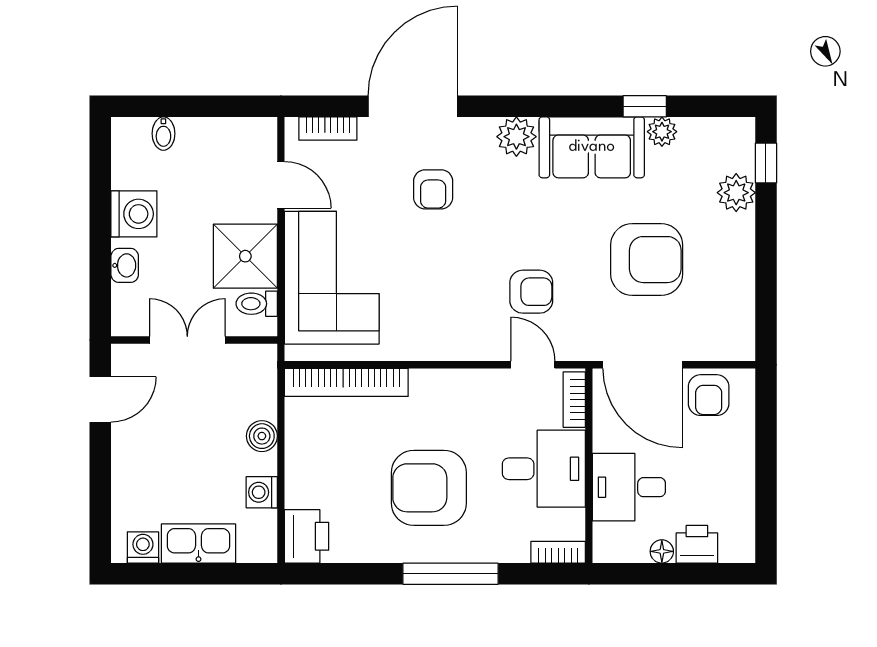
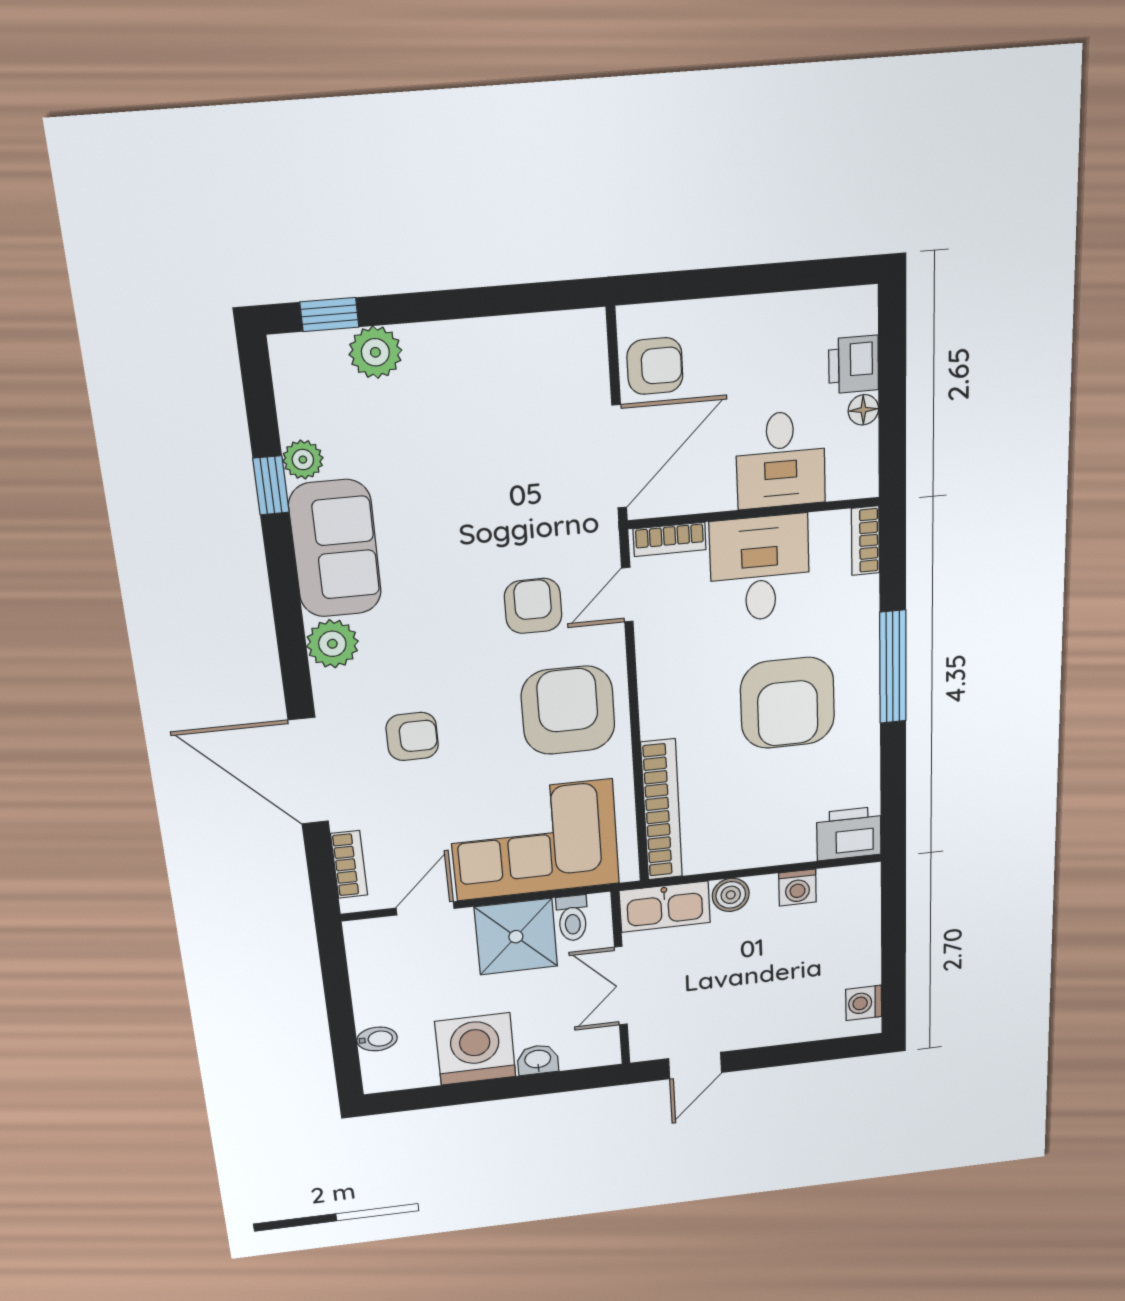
washing machine: (134, 214) -> (475, 1049), width x1.37, depth x1.37
armchair: (647, 260) -> (568, 710), moved
door: (100, 399) -> (695, 1066), swing flipped
kitchen sink: (198, 543) -> (665, 907), moved, turned -90

